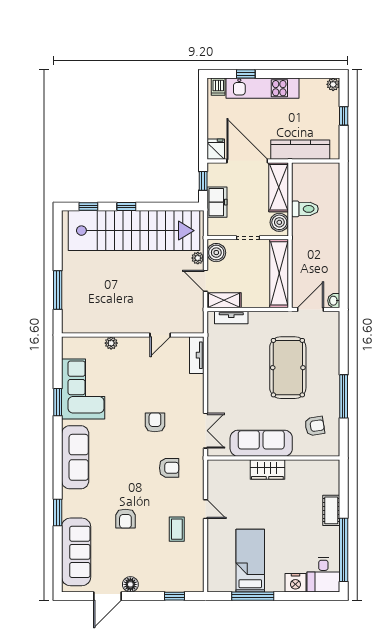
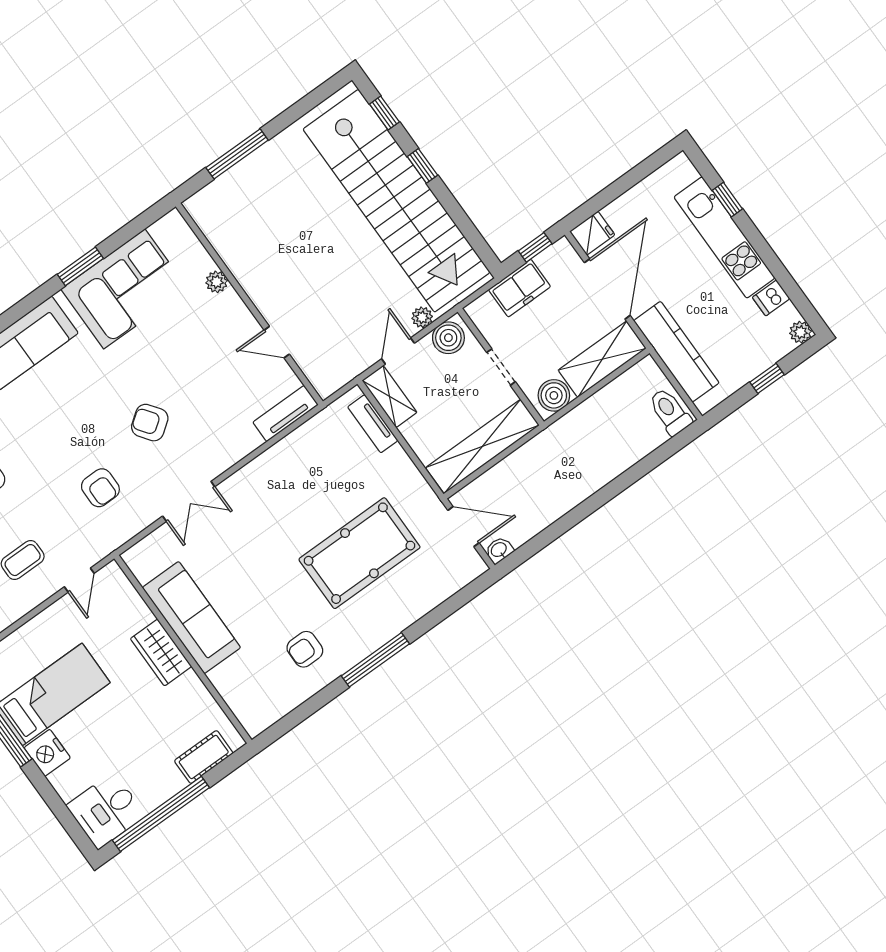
dishwasher: (218, 87) -> (771, 298), moved
toilet: (305, 209) -> (670, 412), moved, turned 180
armchair: (155, 422) -> (150, 423), turned -126
armchair: (315, 426) -> (305, 649), turned 99
sofa: (261, 443) -> (191, 618), moved
wall: (273, 458) -> (183, 649), moved
wardrobe: (267, 470) -> (161, 653), moved
nightstand: (295, 583) -> (47, 753), moved

